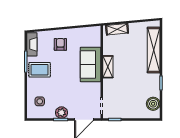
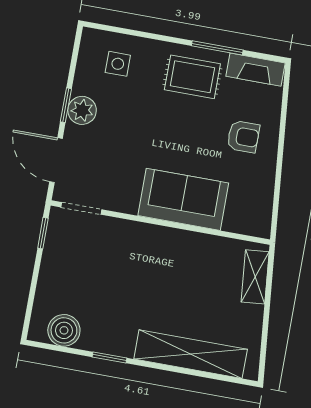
shelving: (108, 67) -> (171, 239), removed
rug: (40, 70) -> (192, 77), turned 90

